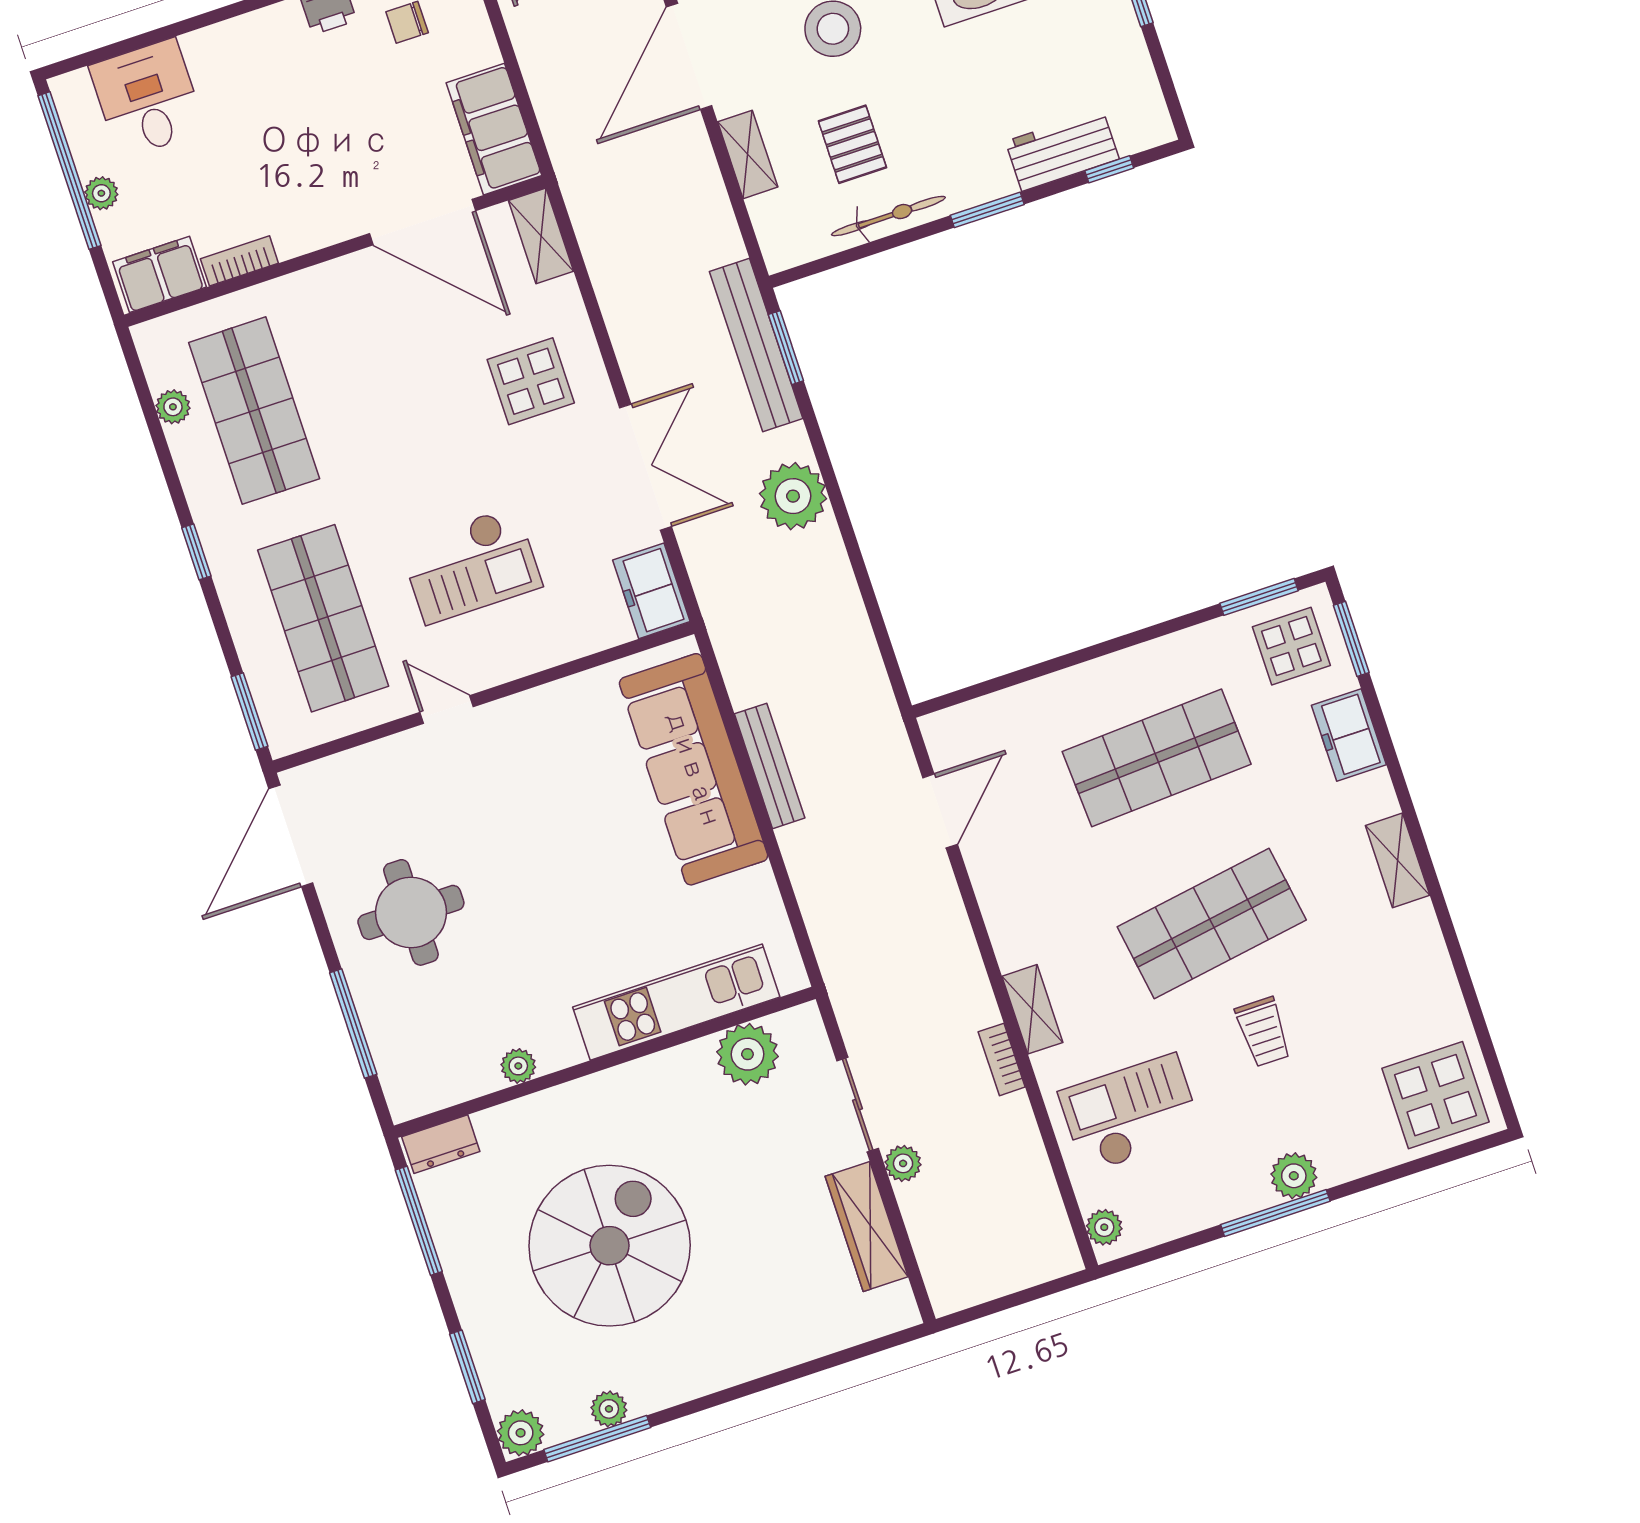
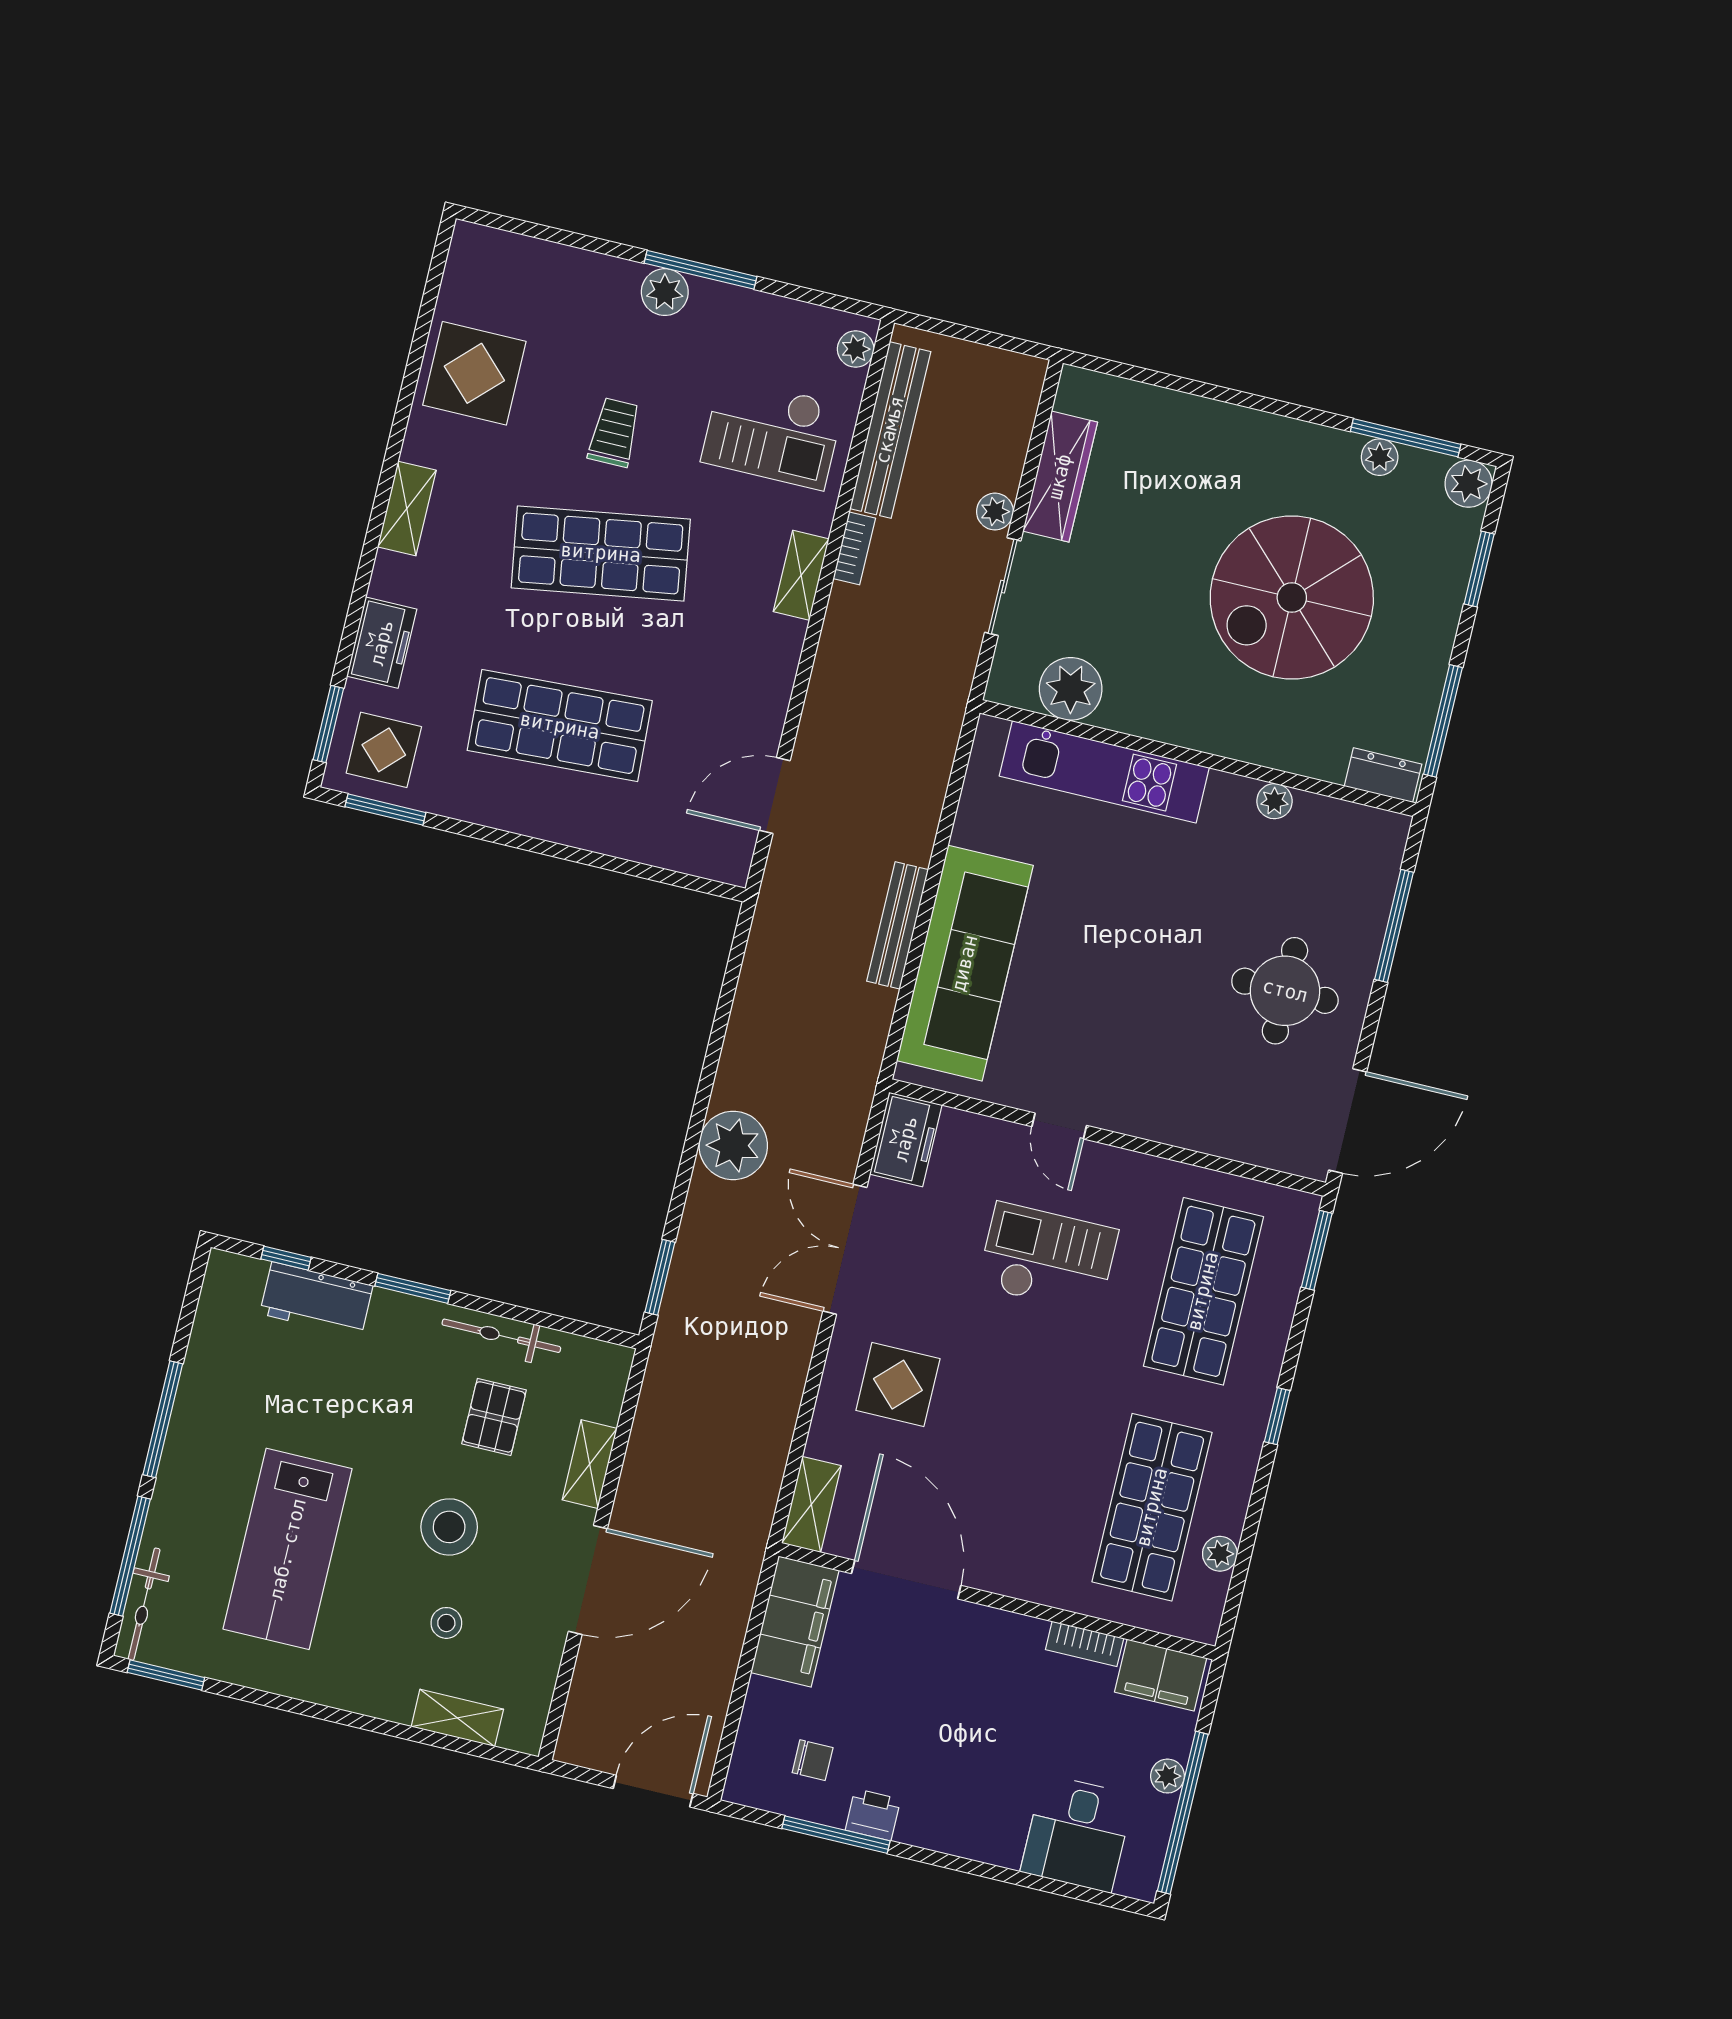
bench: (756, 345) -> (890, 430), moved
door: (447, 710) -> (1059, 1126), moved
display table: (1435, 1095) -> (474, 373), moved

